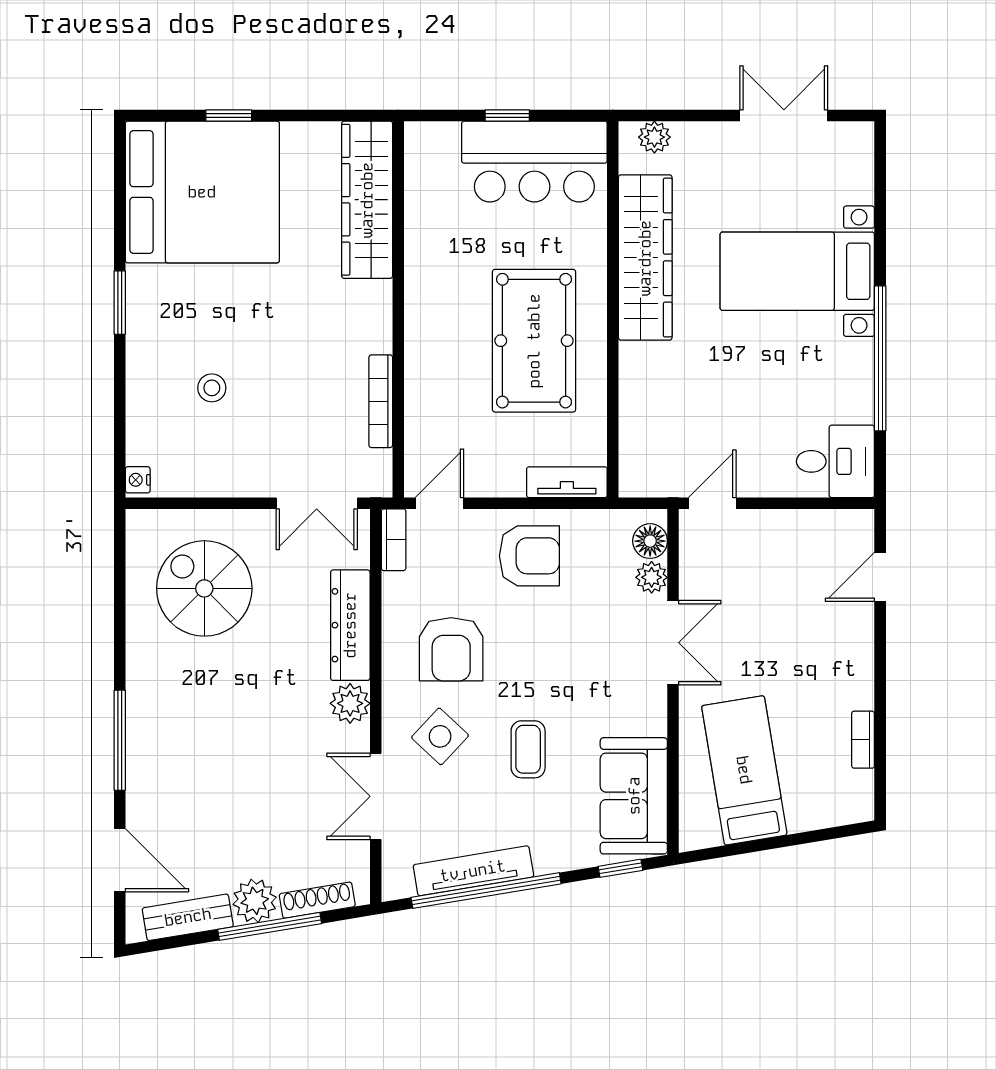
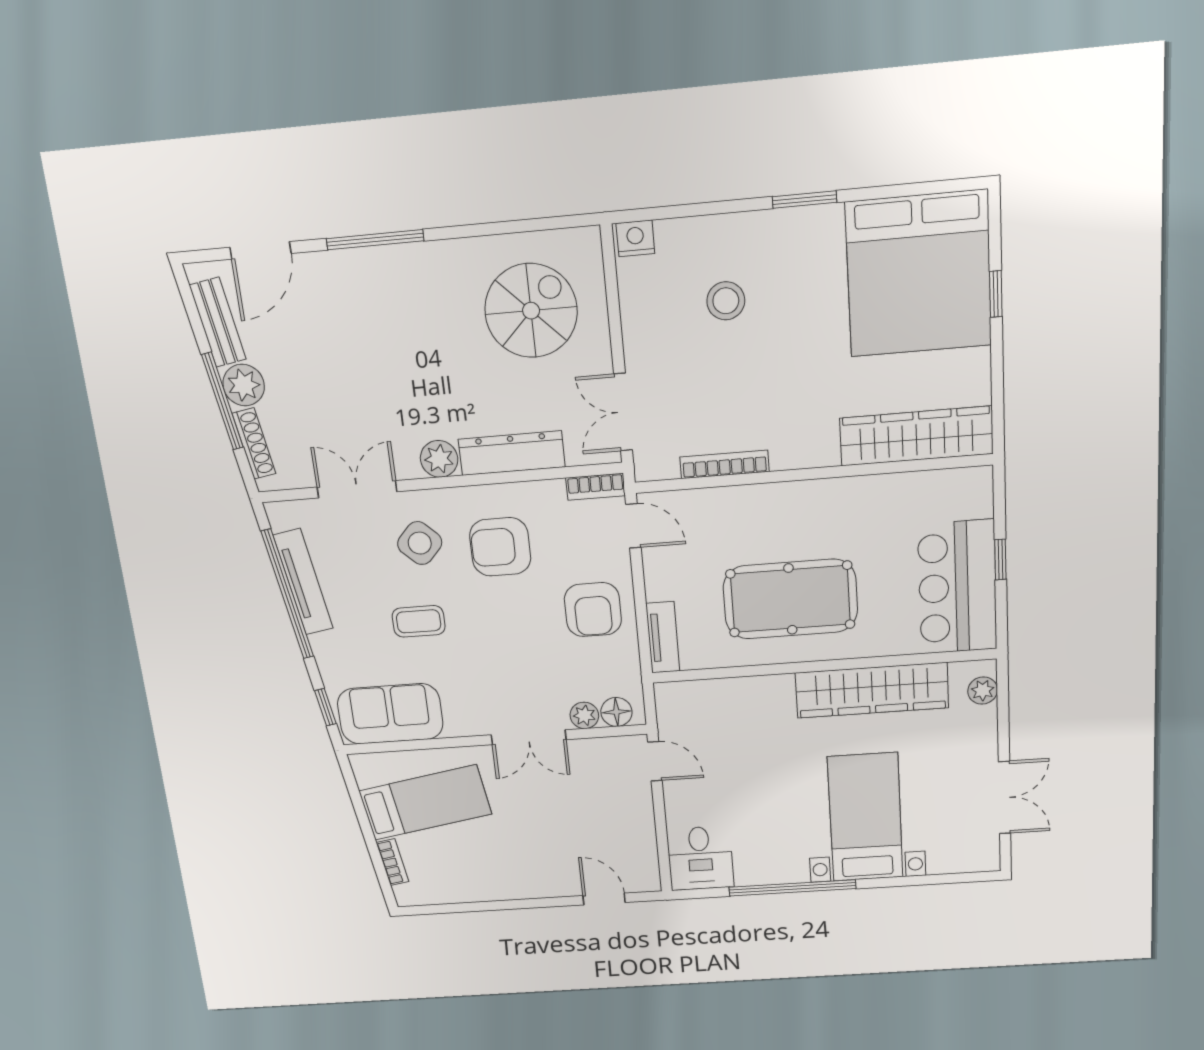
stool: (212, 388) -> (726, 301), width x1.37, depth x1.37
nightstand: (138, 480) -> (635, 238), width x1.39, depth x1.35
bookcase: (863, 740) -> (392, 862), moved, turned 81

